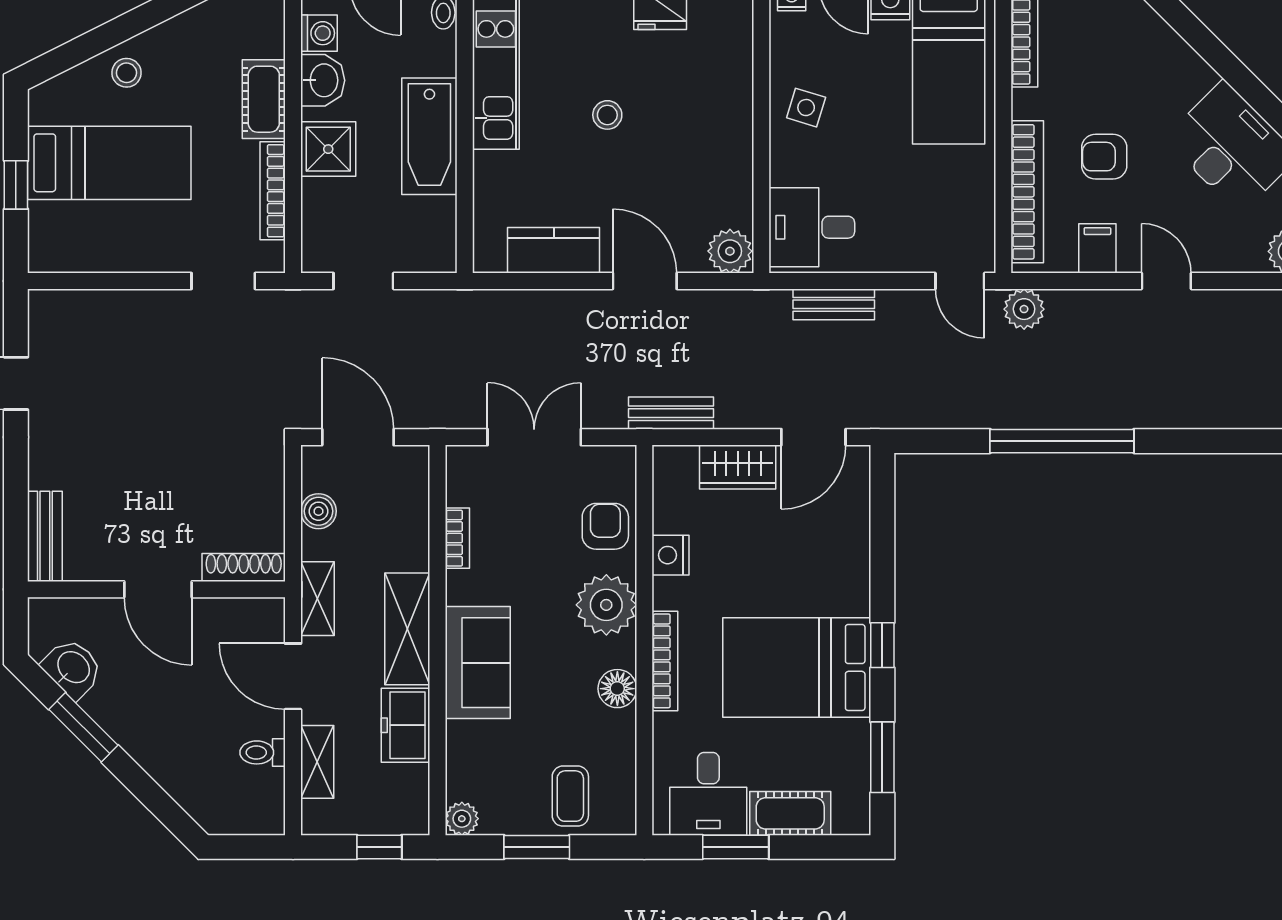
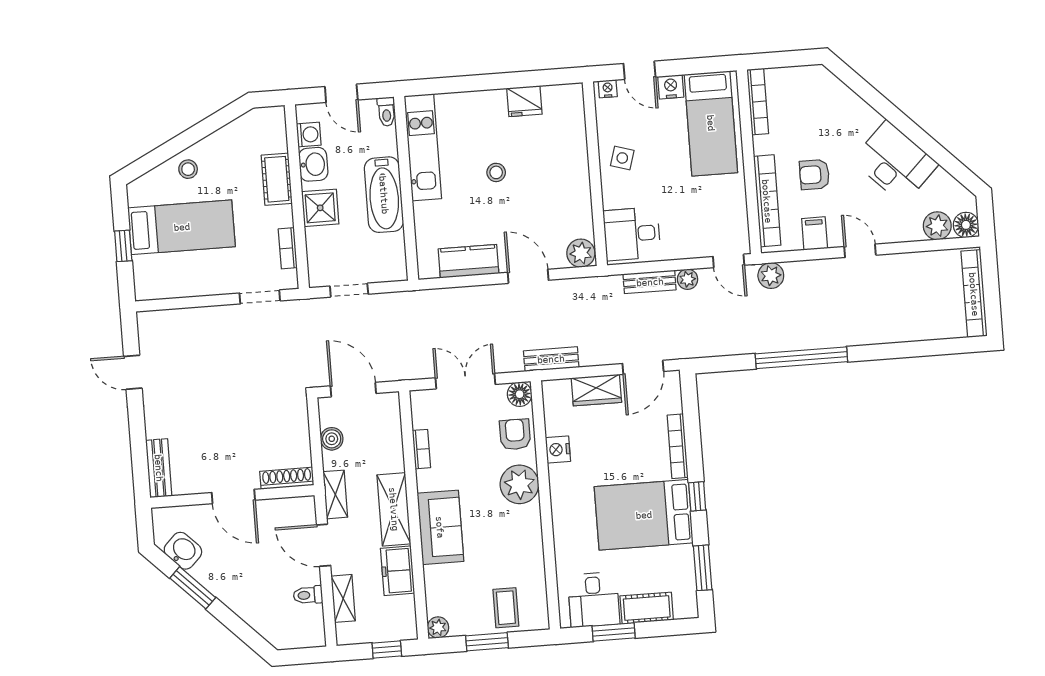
bookcase: (273, 191) -> (288, 248), width x0.64
plant: (893, 305) -> (688, 279), added
bookcase: (665, 661) -> (678, 446), moved, turned 180
floor lamp: (617, 689) -> (520, 394), moved

